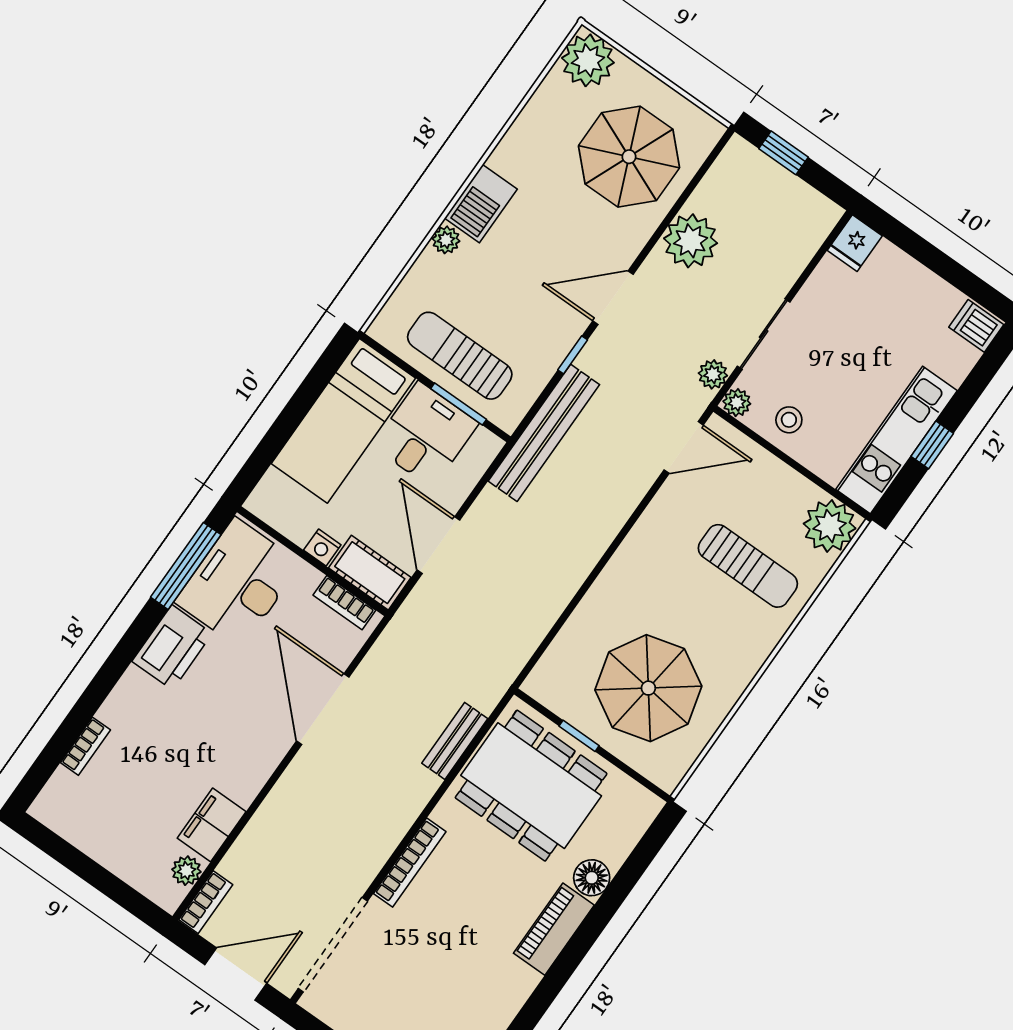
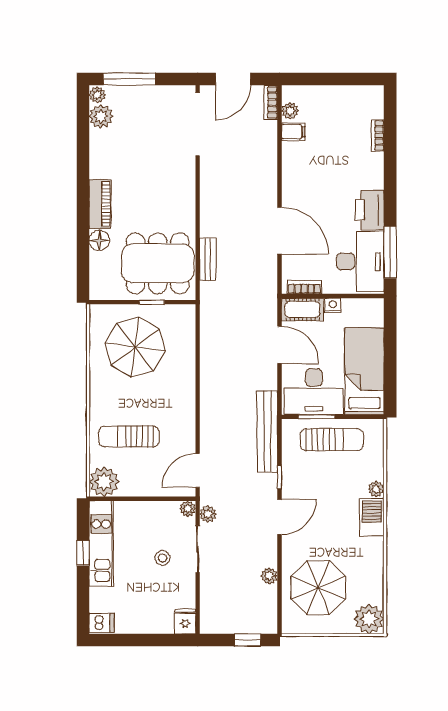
plant: (691, 241) -> (269, 576), width x0.53, depth x0.53
stool: (789, 420) -> (163, 558), moved
desk: (425, 435) -> (314, 392), width x1.37
filing cabinet: (212, 825) -> (293, 132), width x0.50
bookcase: (410, 863) -> (189, 188), removed

